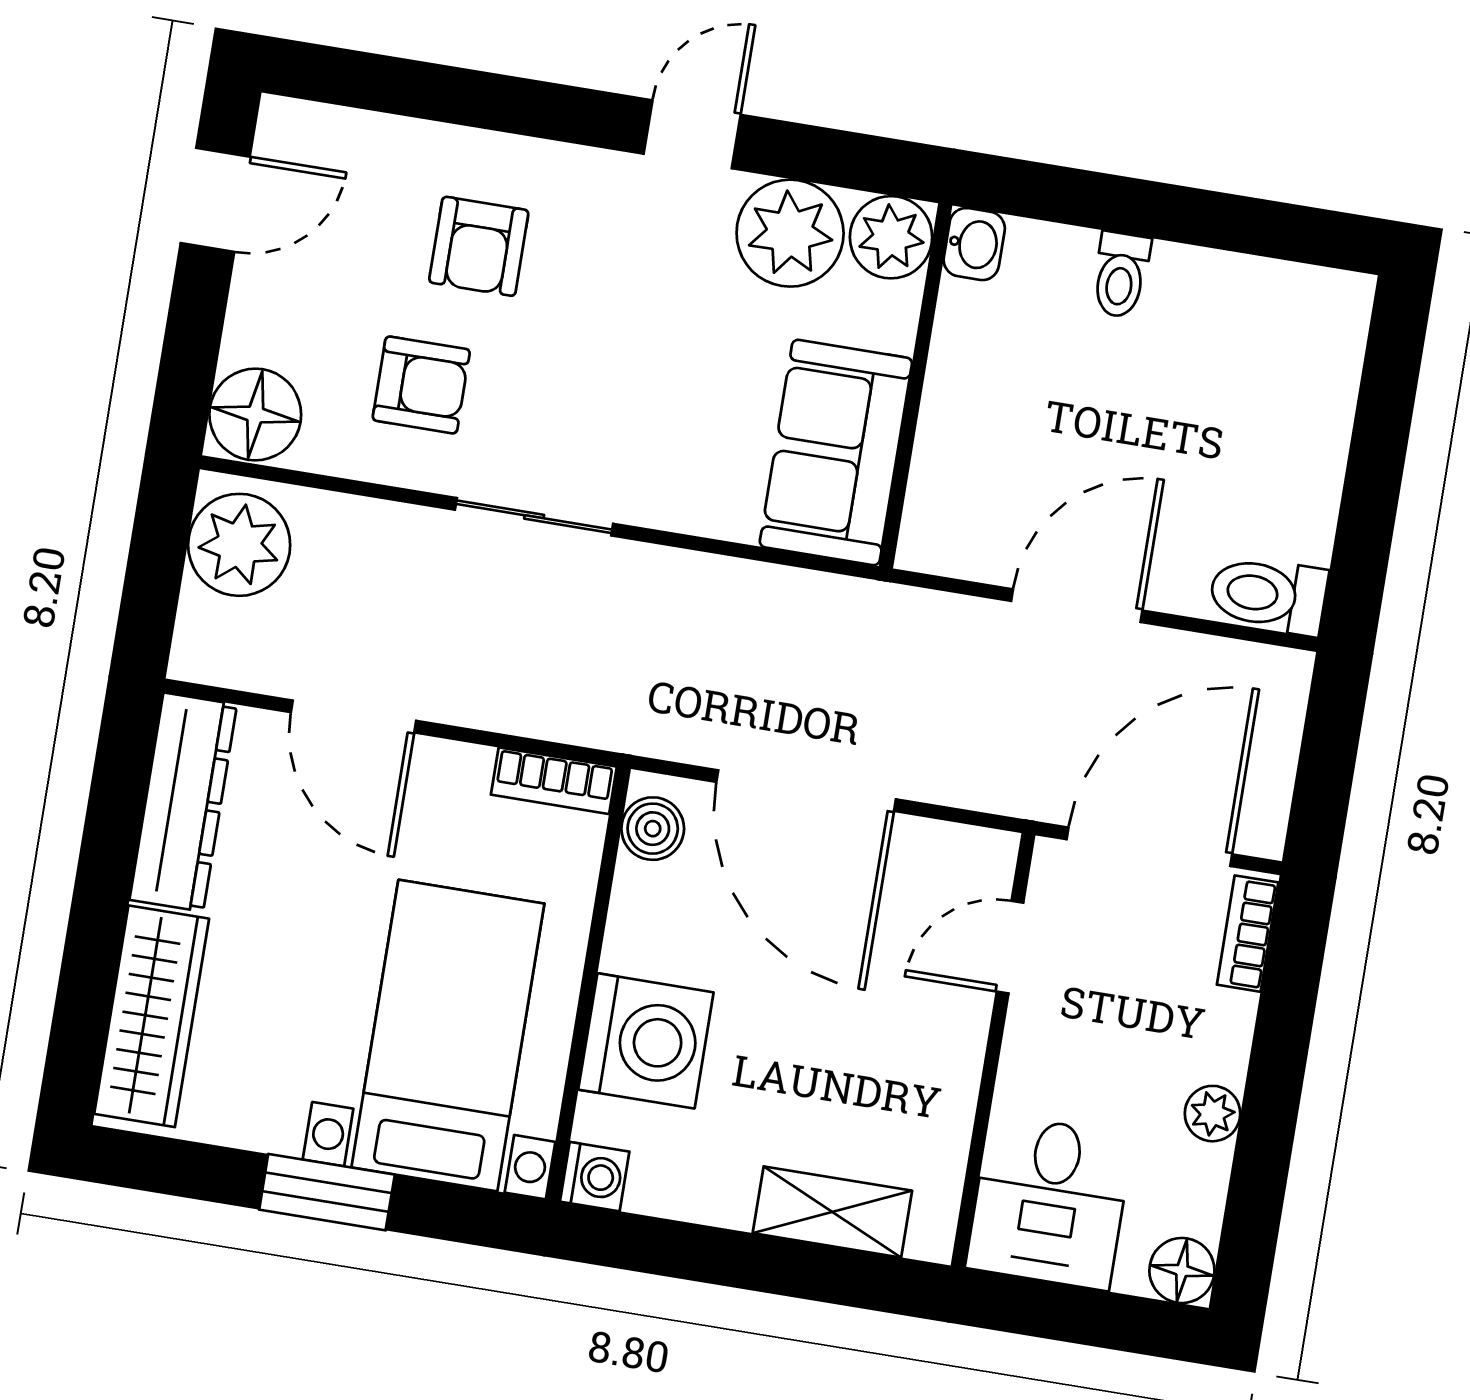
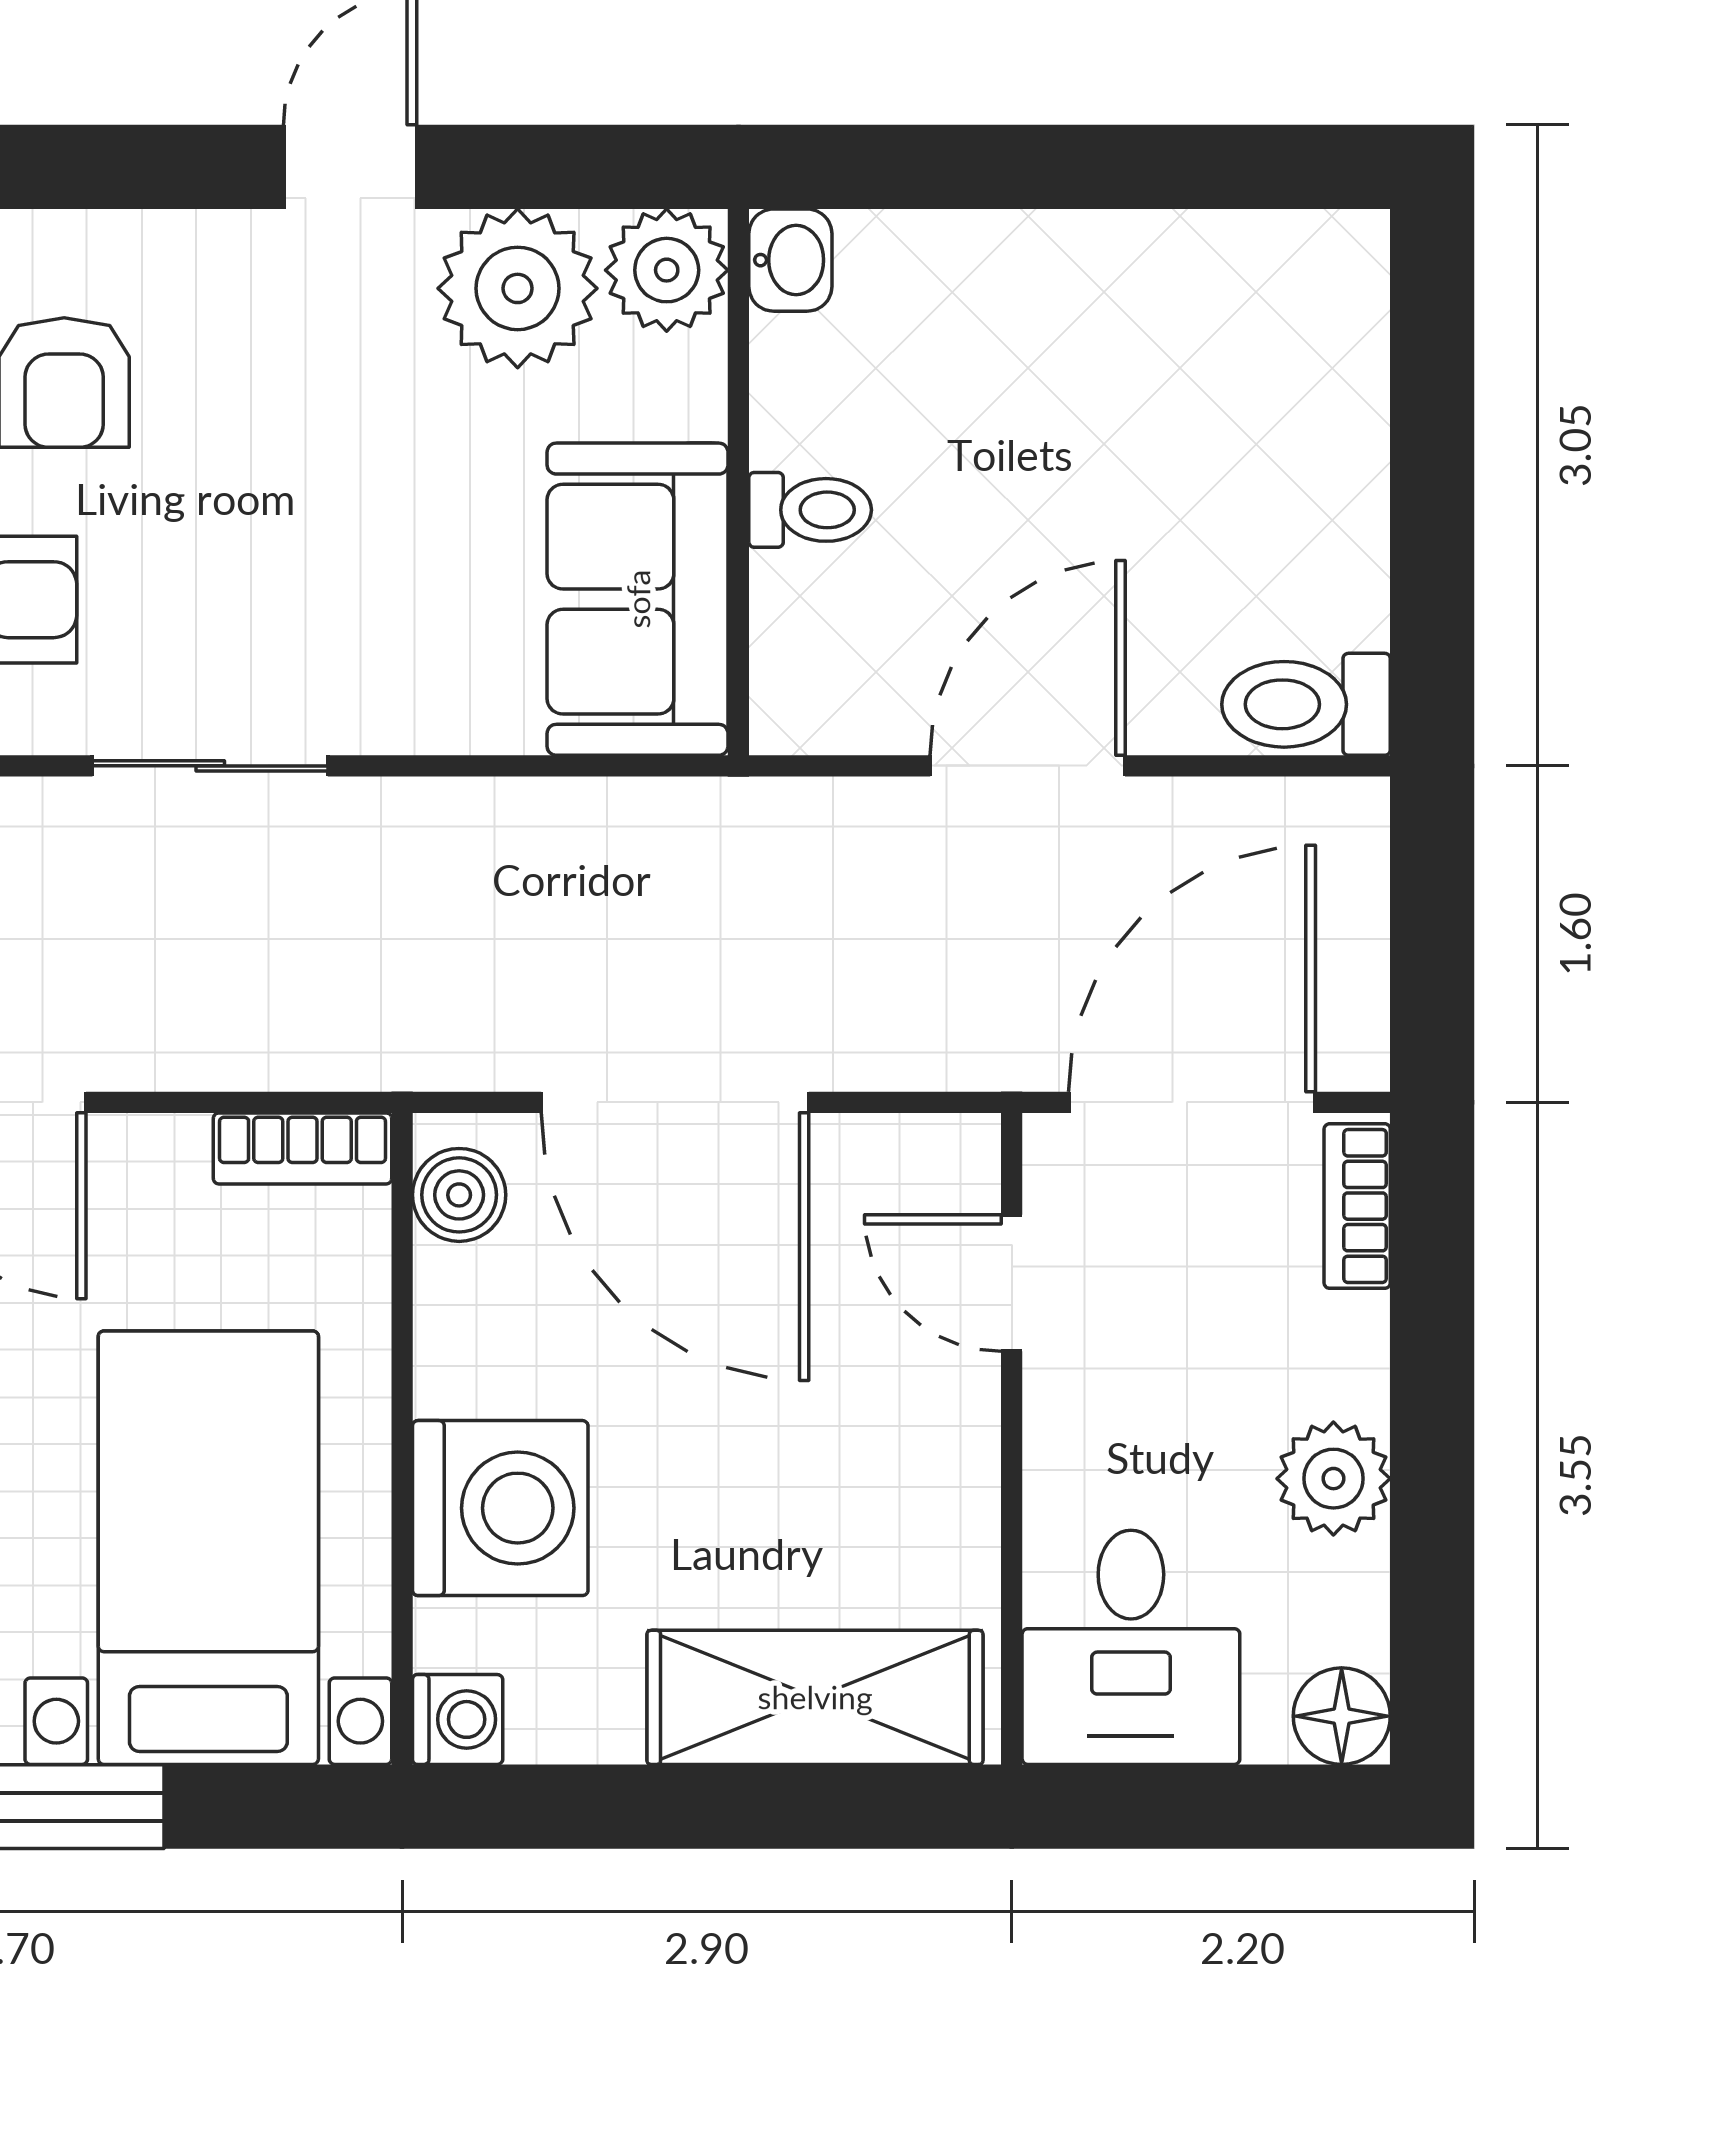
toilet: (1121, 275) -> (810, 510), moved, turned -90
door: (1010, 947) -> (1012, 1283), hinge flipped
plant: (1213, 1114) -> (1333, 1479), width x1.38, depth x1.38
shelving: (832, 1212) -> (815, 1697), width x1.50, depth x1.33

